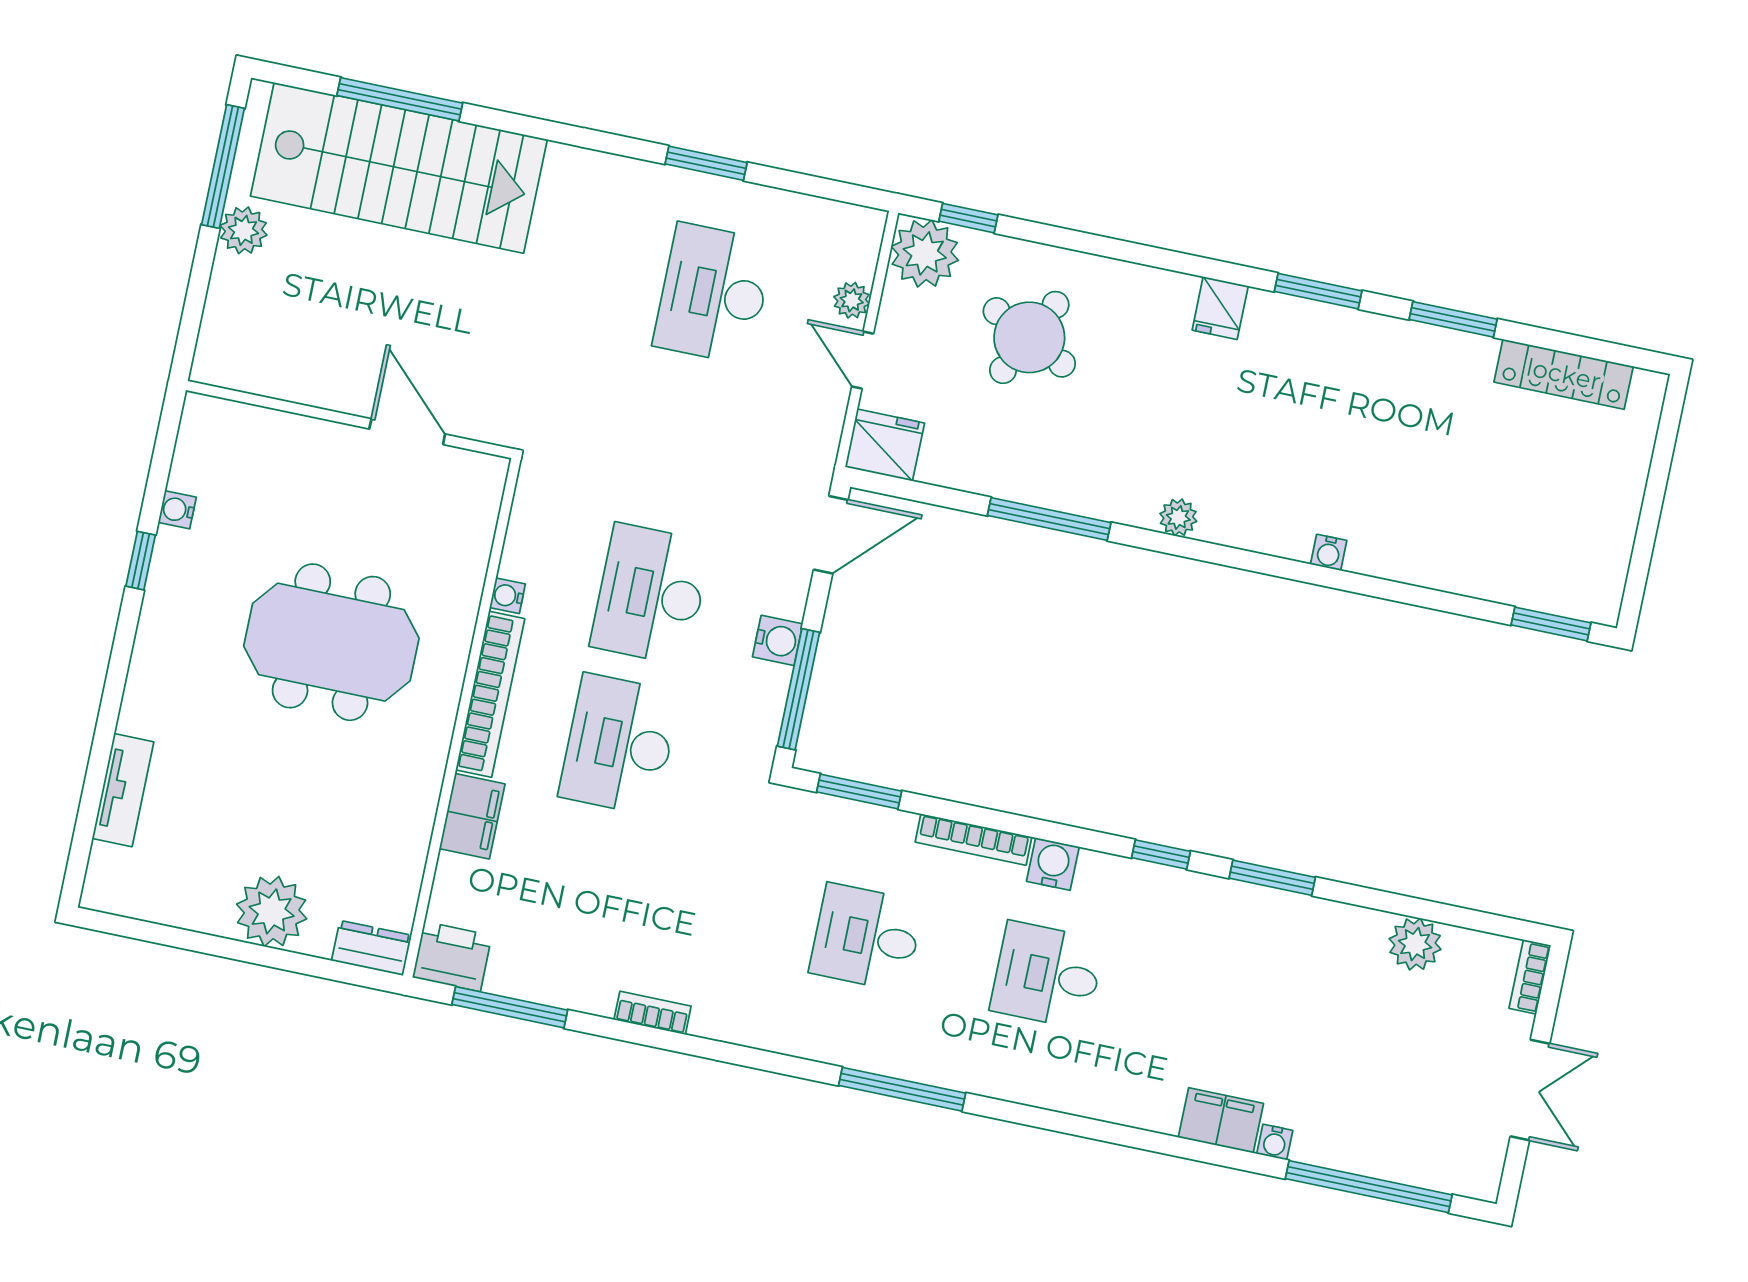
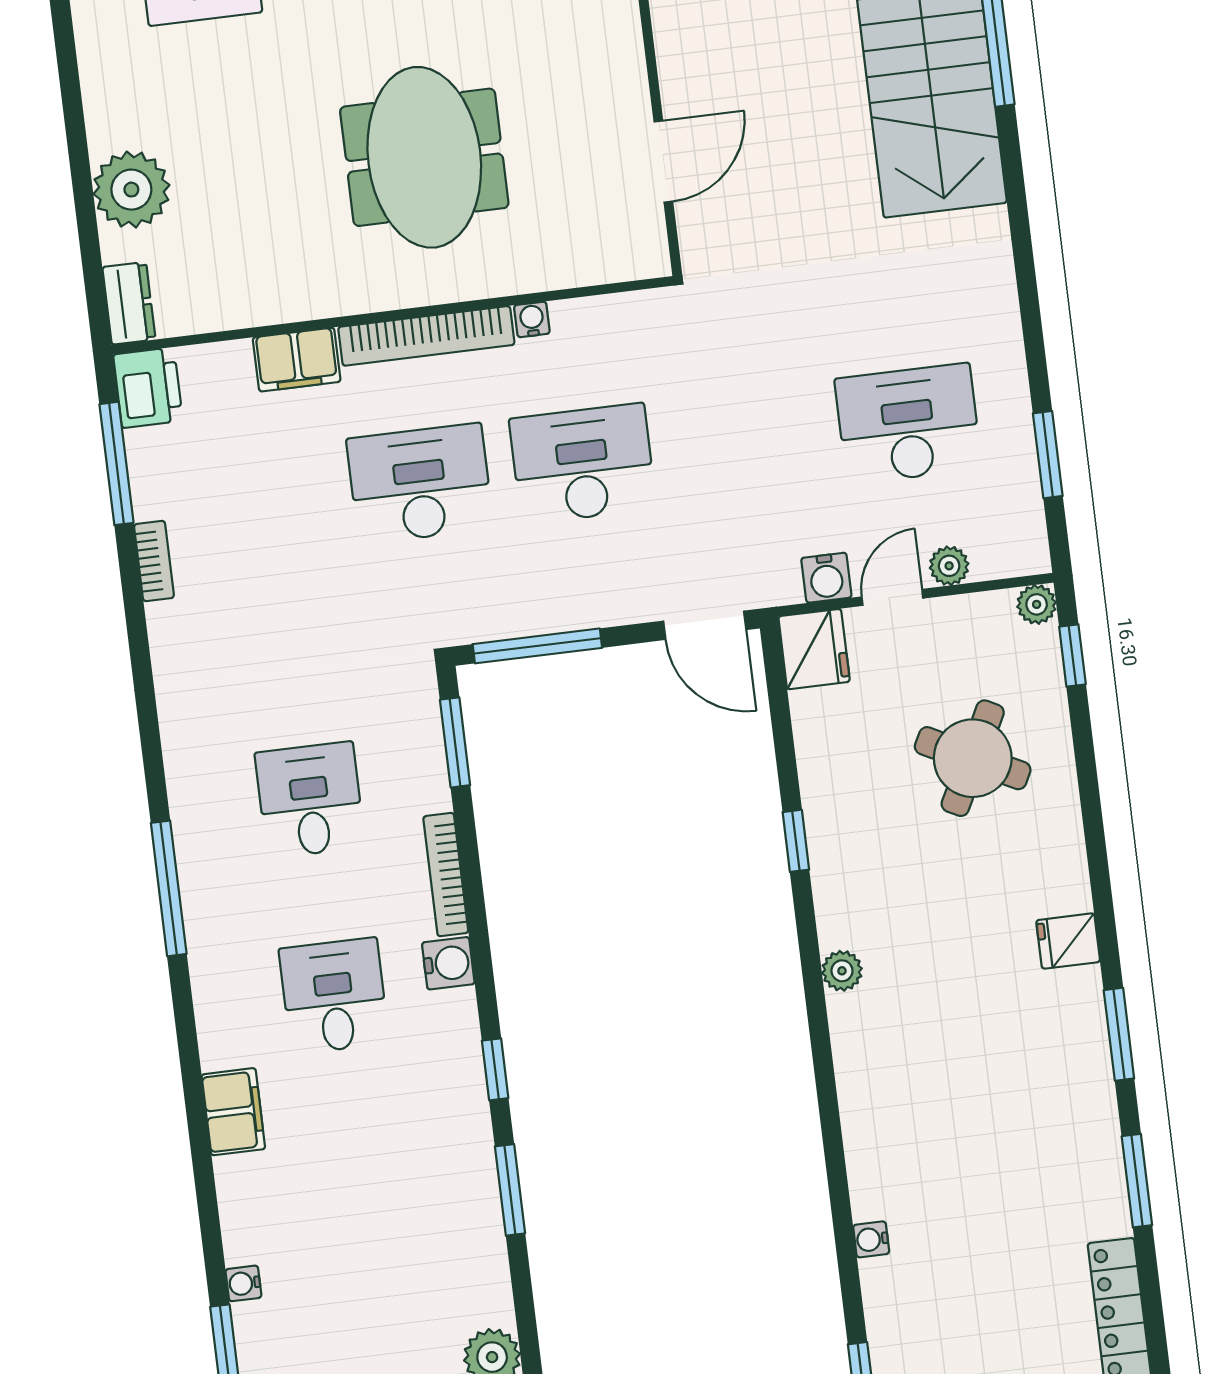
window: (706, 163) -> (1048, 455), moved
plant: (925, 253) -> (1037, 604), width x0.53, depth x0.53
window: (1049, 519) -> (796, 841), width x0.46
water cooler: (1329, 552) -> (871, 1239), moved
water cooler: (778, 640) -> (826, 578), moved
bookcase: (653, 1013) -> (154, 561), moved
filing cabinet: (1221, 1120) -> (233, 1112), moved

